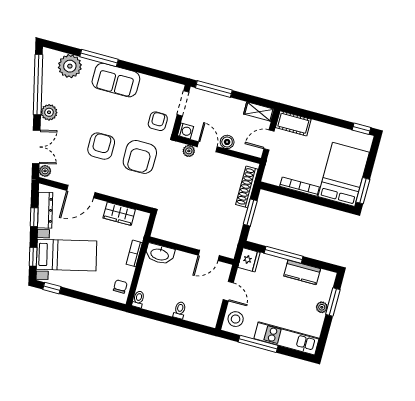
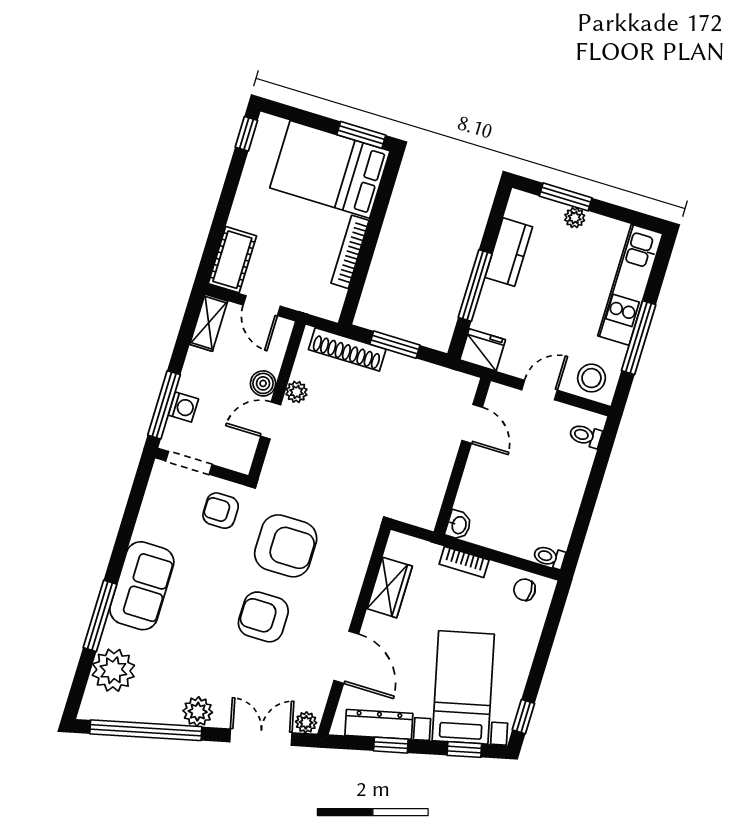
washing machine: (185, 131) -> (183, 407), moved, turned 90
plant: (189, 151) -> (296, 392), moved
washbasin: (160, 254) -> (458, 525), width x0.52, depth x0.69
toilet: (180, 310) -> (586, 436), moved

